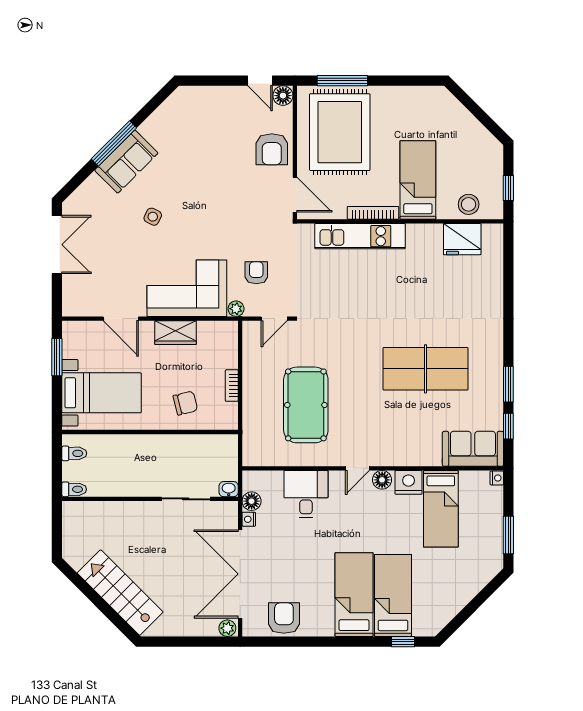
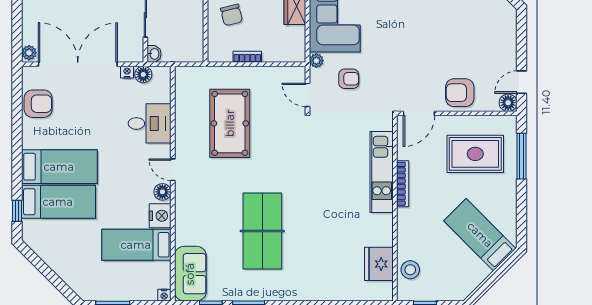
rug: (340, 132) -> (475, 154), width x0.73, depth x0.69
bed: (418, 180) -> (480, 235), moved, turned -135
pool table: (306, 405) -> (230, 123), turned 90

